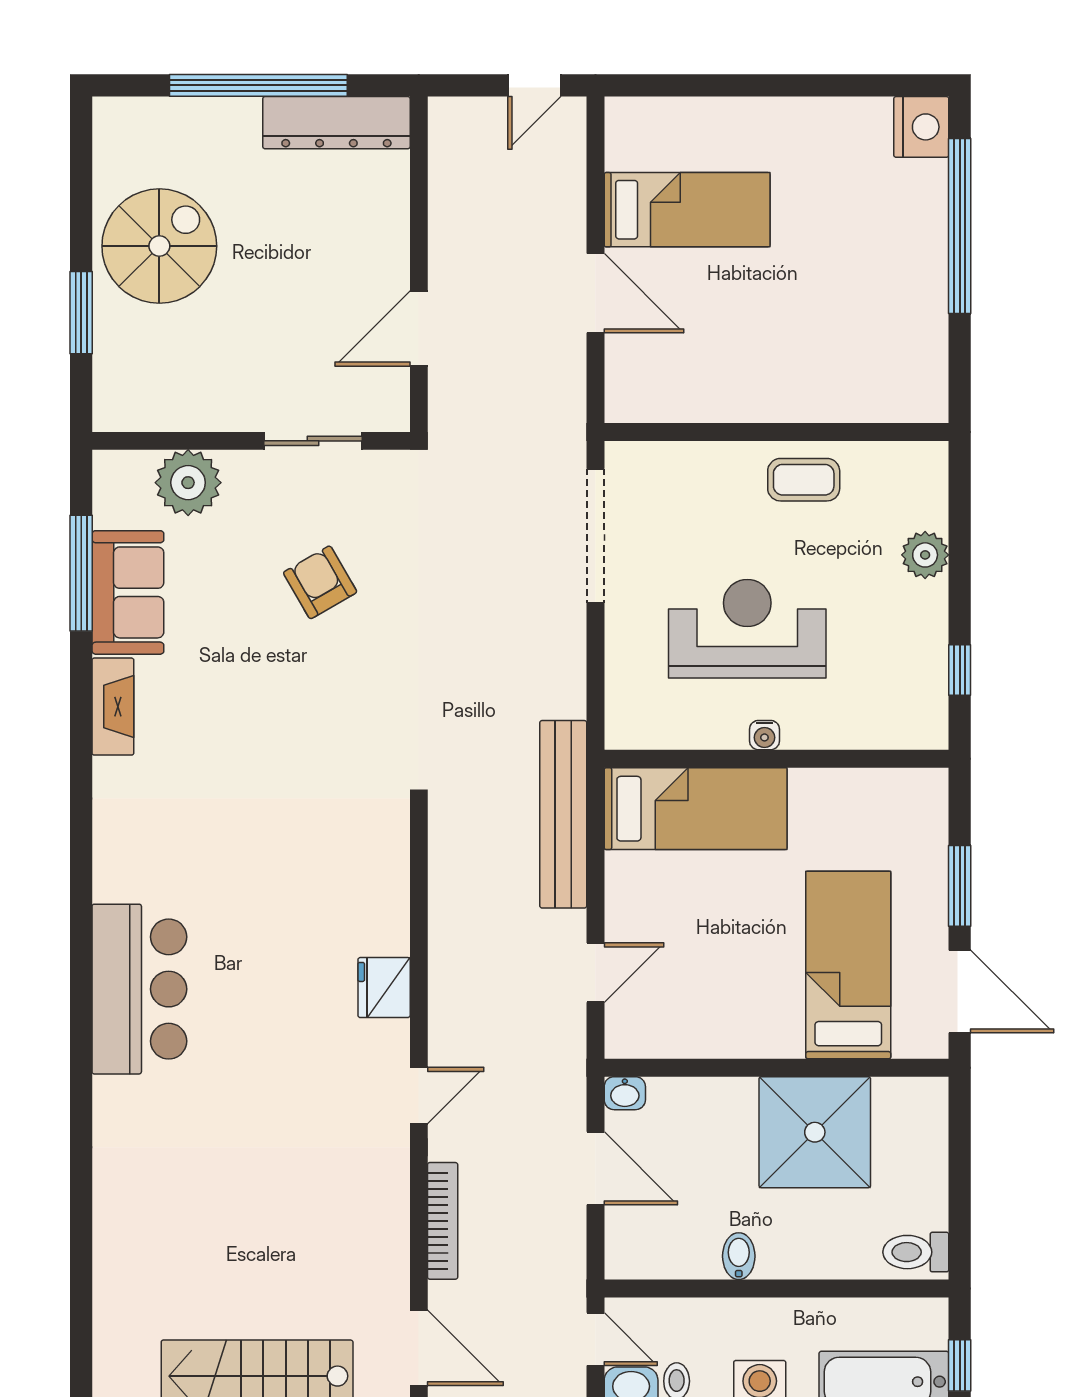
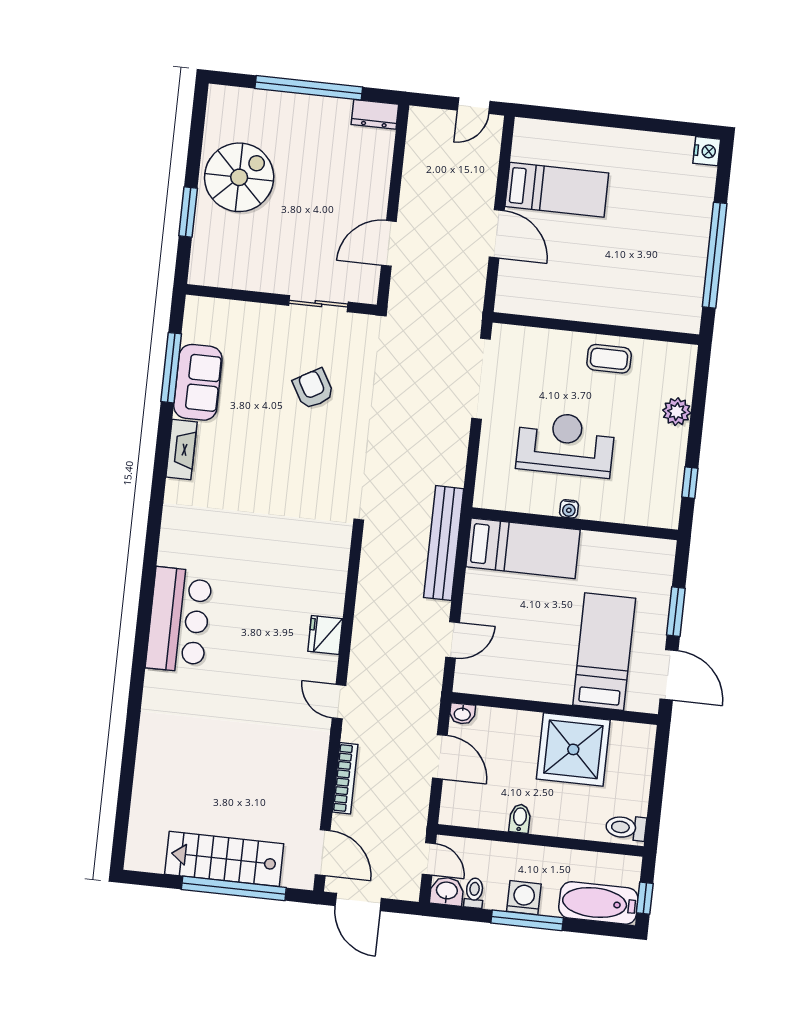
dresser: (336, 123) -> (375, 114), width x0.51, depth x0.80
nightstand: (921, 127) -> (707, 151), width x0.74, depth x0.75
window: (960, 226) -> (715, 255), moved
plant: (188, 483) -> (241, 321), removed
door: (419, 1095) -> (339, 702), swing flipped

